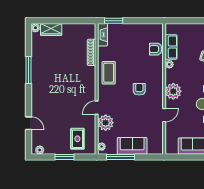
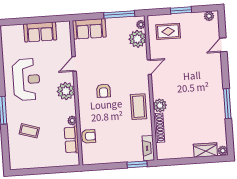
plant: (89, 72) -> (160, 105), added
door: (29, 123) -> (223, 45), hinge flipped
plant: (106, 123) -> (137, 39), moved
rug: (77, 139) -> (168, 31), turned 90
sofa: (132, 146) -> (89, 29), moved

